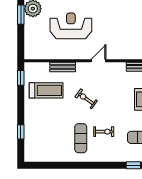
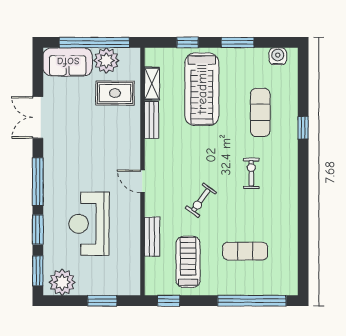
window: (21, 15) -> (102, 301), moved
window: (21, 132) -> (252, 301), width x3.17
exercise mat: (81, 138) -> (245, 251), moved

